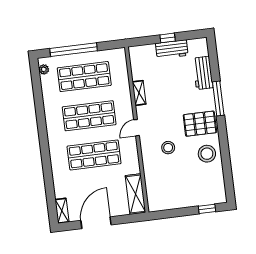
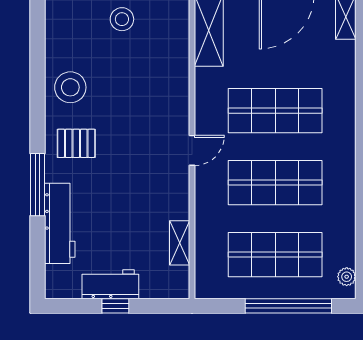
workbench: (203, 73) -> (60, 223), width x1.37
shelving: (139, 93) -> (180, 243), moved
pallet: (200, 124) -> (76, 143), width x0.67, depth x0.71
stool: (168, 148) -> (122, 19), moved

